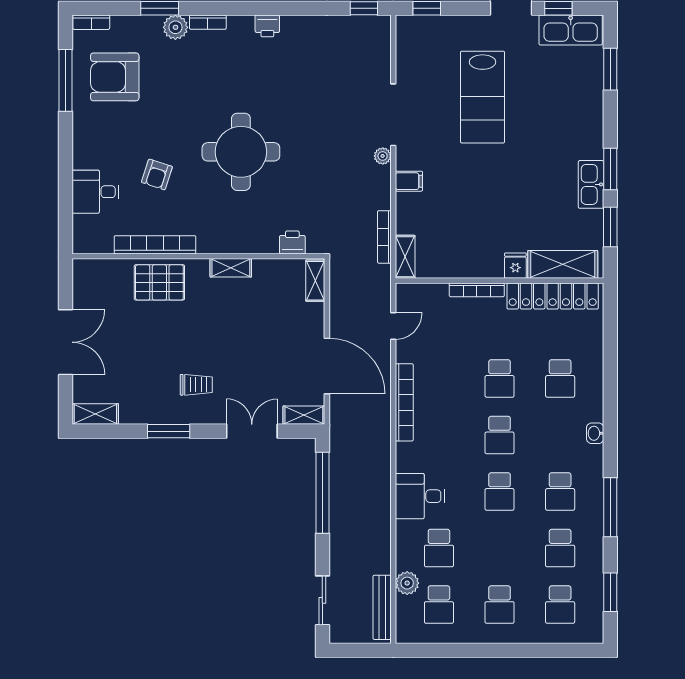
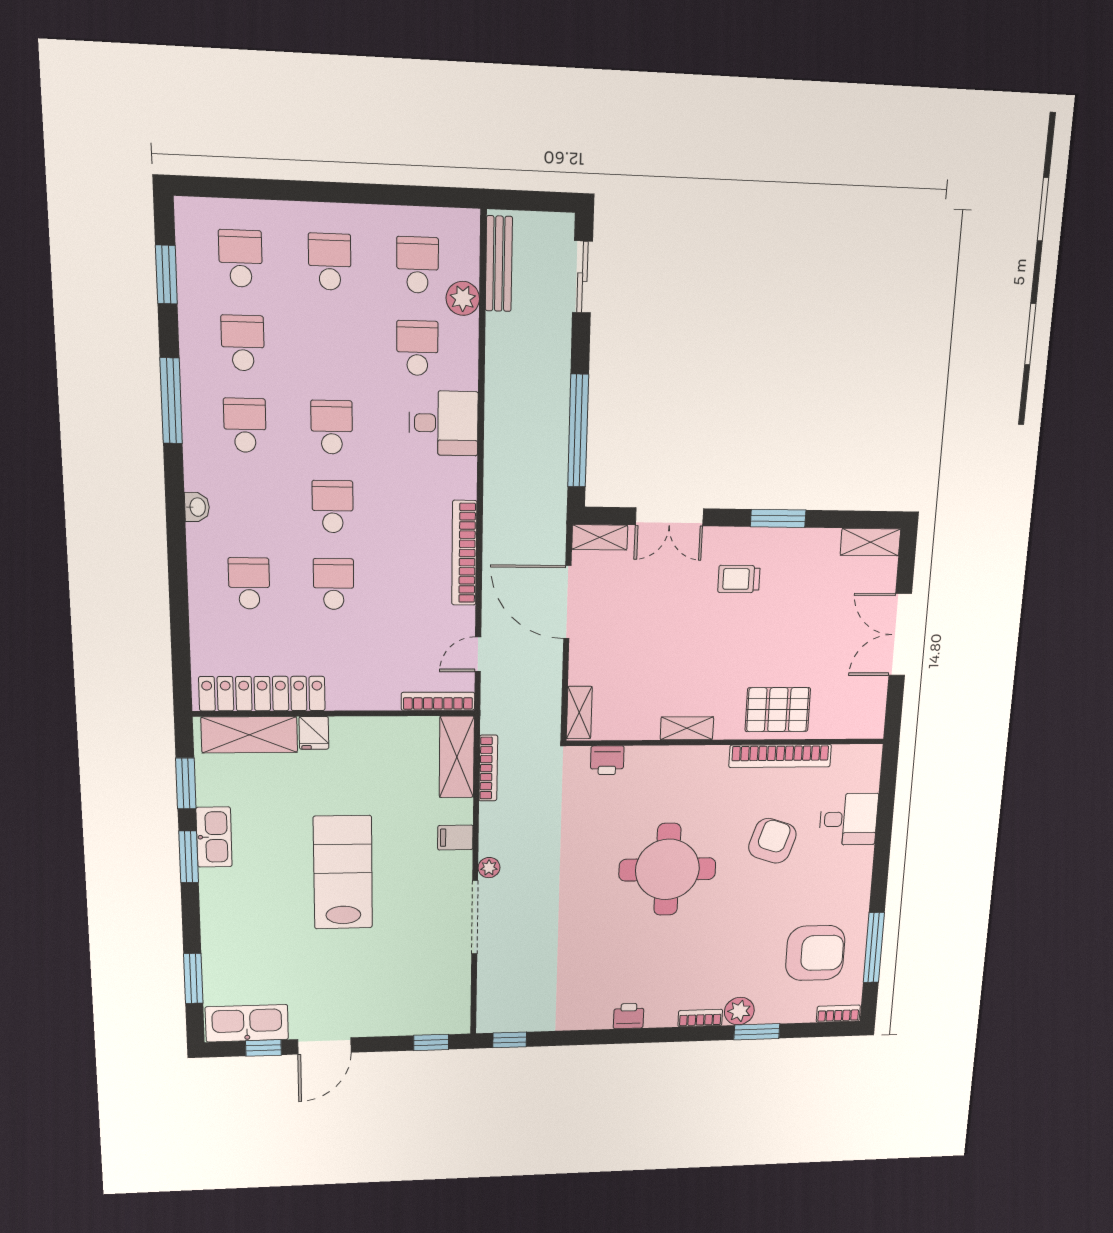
lab bench: (483, 97) -> (343, 872), moved
armchair: (157, 174) -> (772, 841), width x1.38, depth x1.38
shelving: (405, 257) -> (457, 757), width x1.50, depth x1.33
bookcase: (477, 290) -> (438, 701), moved

